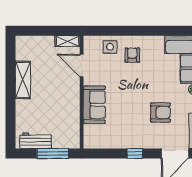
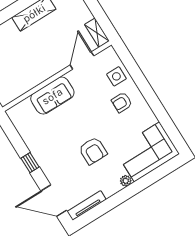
armchair: (132, 55) -> (122, 102), turned 180
armchair: (160, 112) -> (93, 151), moved

